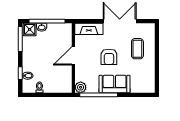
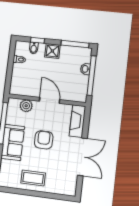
shower: (30, 29) -> (52, 51), moved
coffee table: (137, 49) -> (33, 178), moved
armchair: (109, 57) -> (44, 140), turned 90
plant: (81, 87) -> (26, 106), moved

